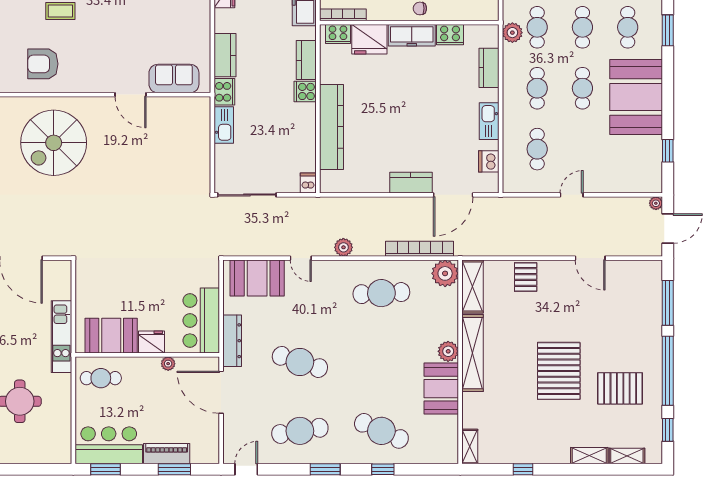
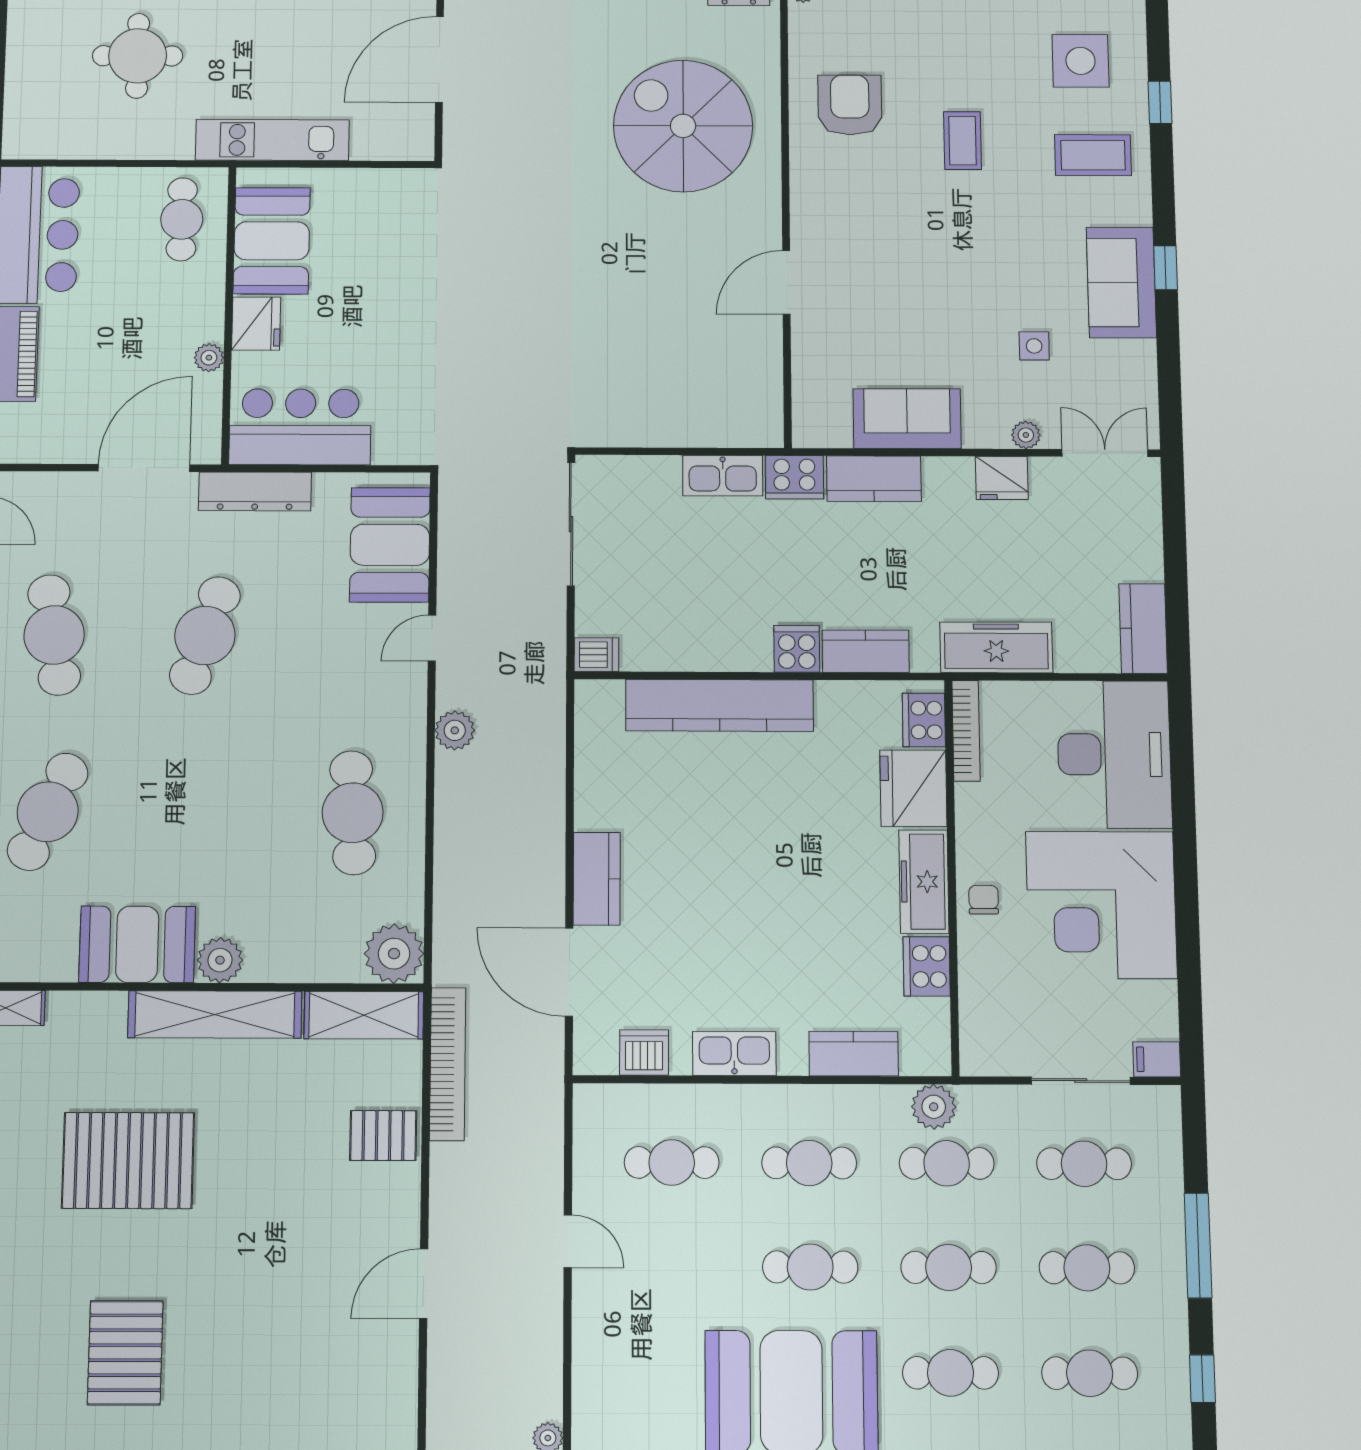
sofa: (174, 79) -> (907, 419), moved, turned -90
bookcase: (420, 249) -> (448, 1064), moved
pallet: (559, 371) -> (128, 1160), moved

